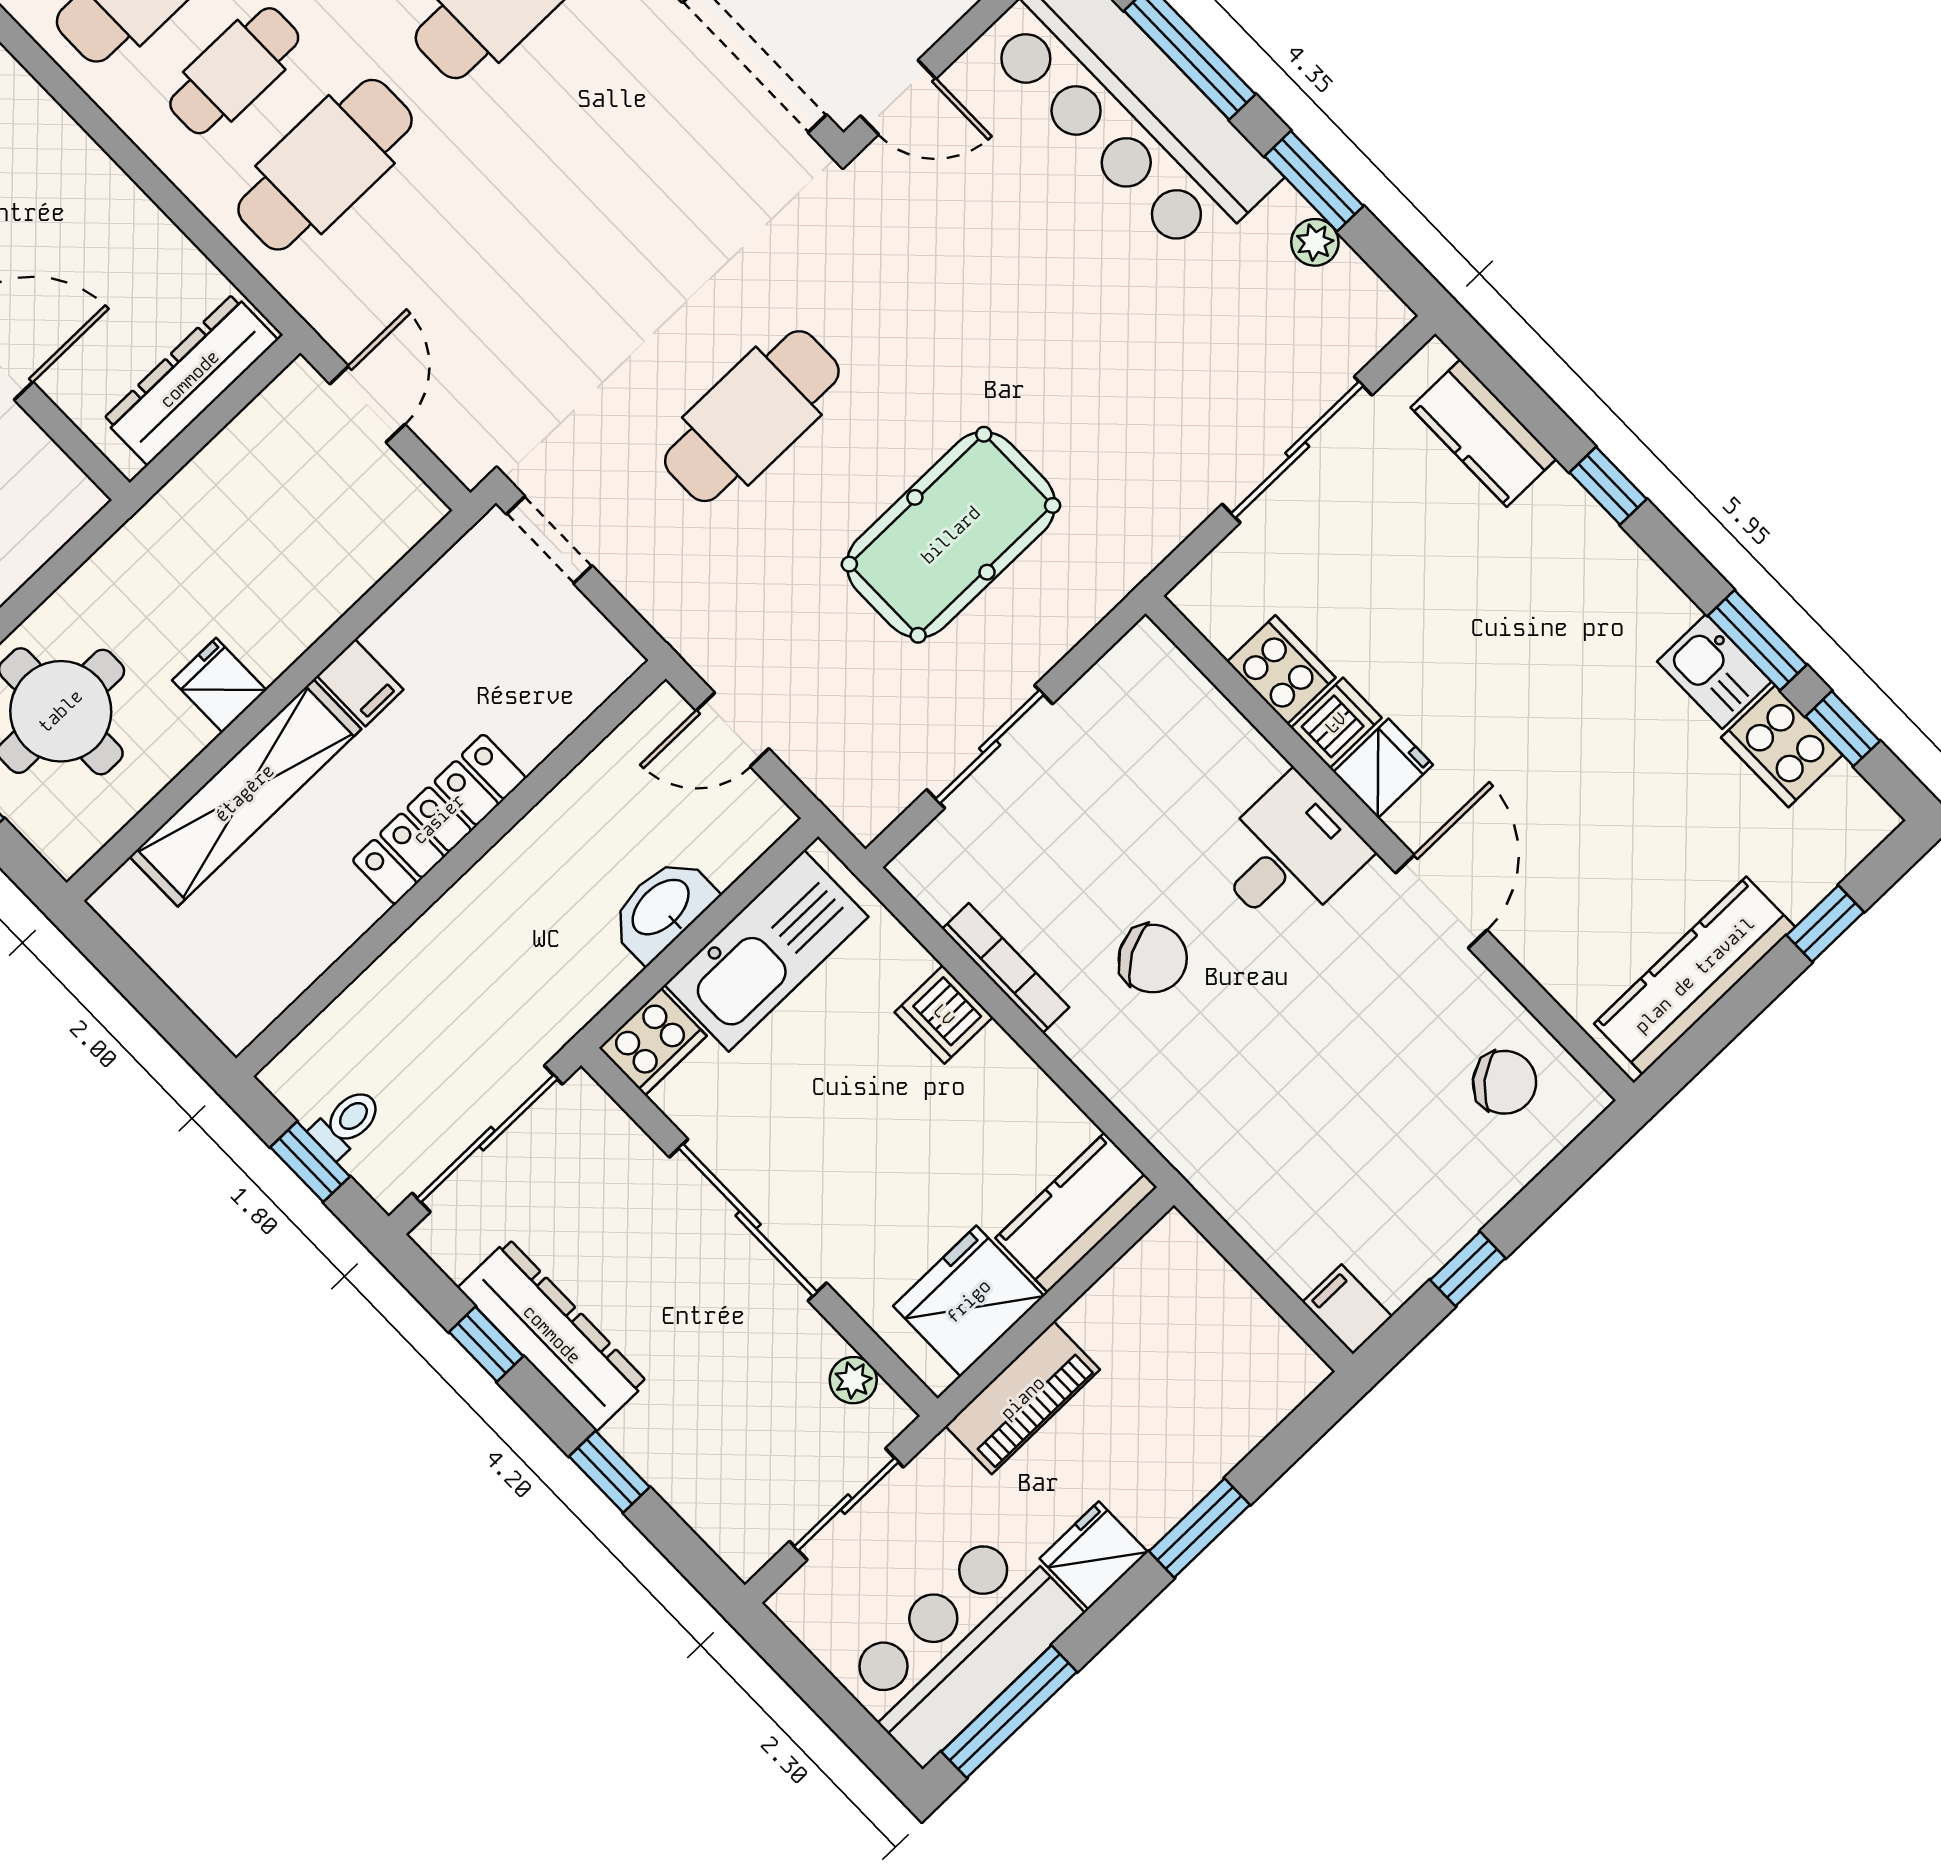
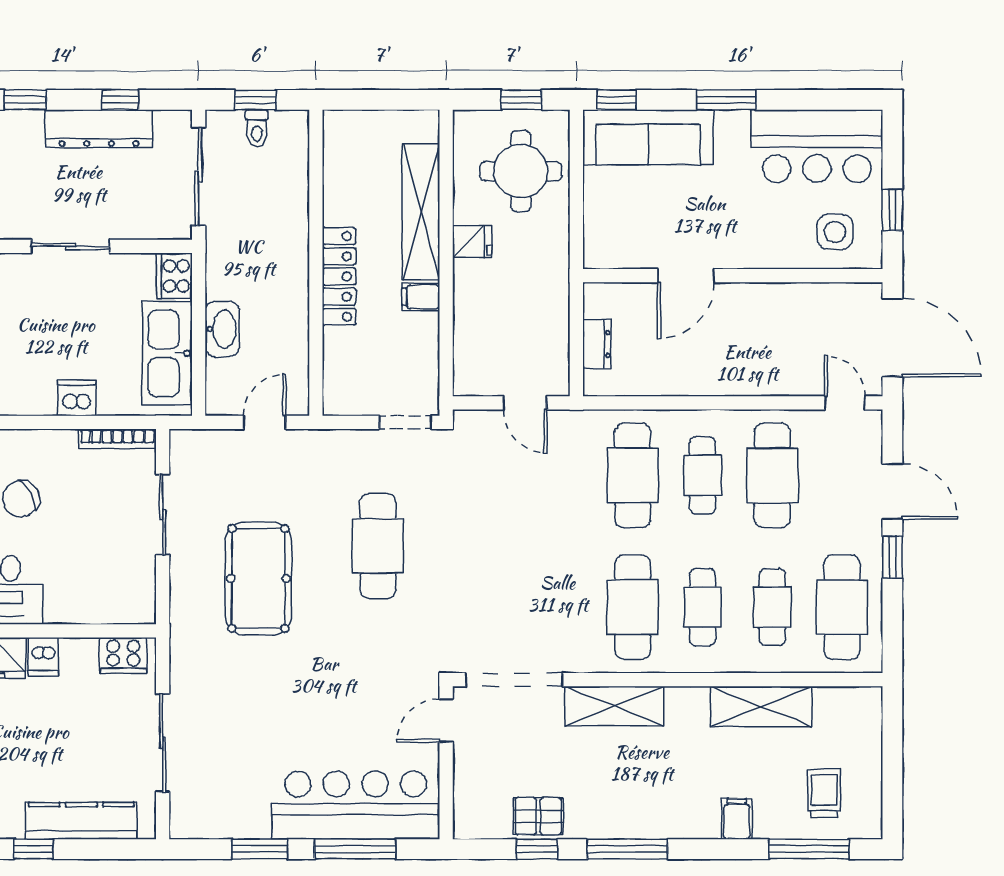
plant: (1315, 242) -> (236, 827), removed
dresser: (190, 379) -> (597, 344), width x0.51, depth x0.80
kitchen counter: (1484, 433) -> (81, 821), width x1.50
cooker: (1281, 670) -> (123, 655), moved
bookcase: (1006, 968) -> (117, 439), moved
sliding door: (748, 1220) -> (71, 246), width x0.73

